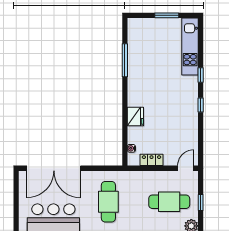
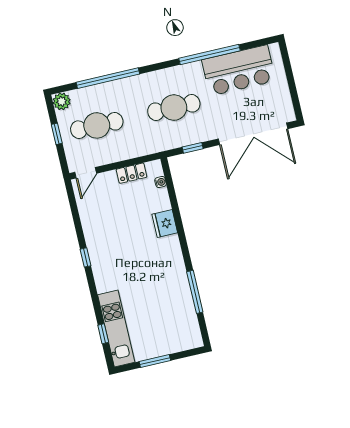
window: (201, 75) -> (103, 334), moved
double door: (54, 168) -> (253, 134), swing flipped
window: (101, 168) -> (193, 148), added
cafe table: (108, 202) -> (174, 108), turned 90

